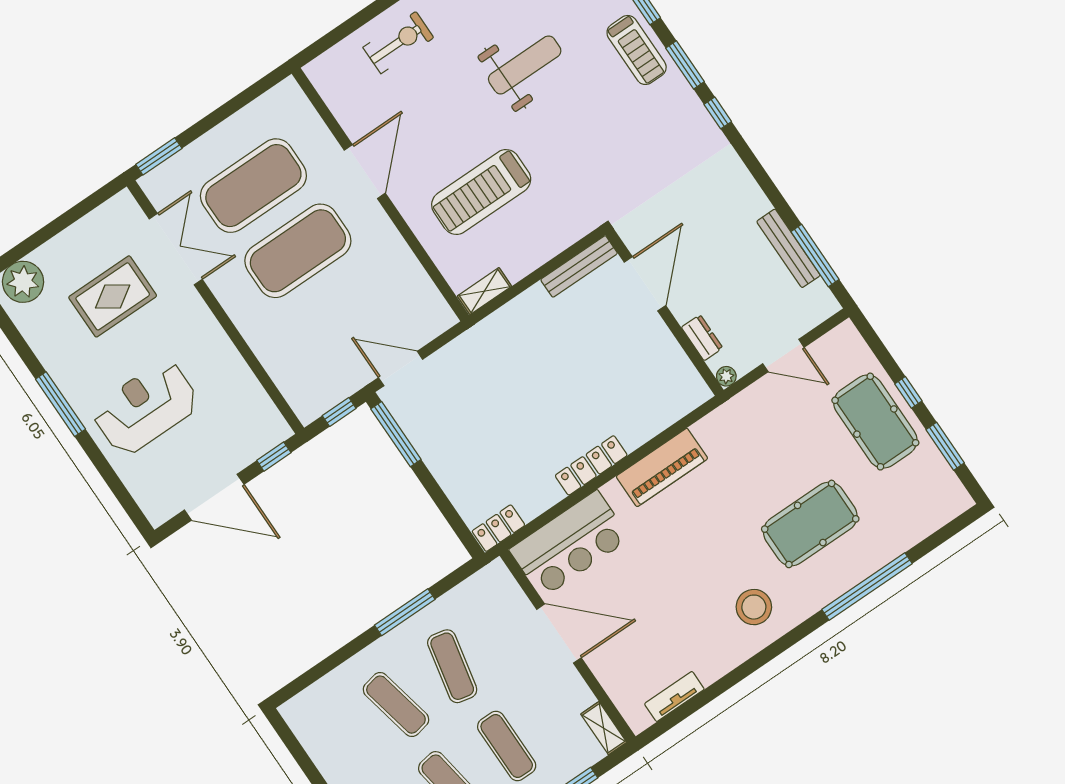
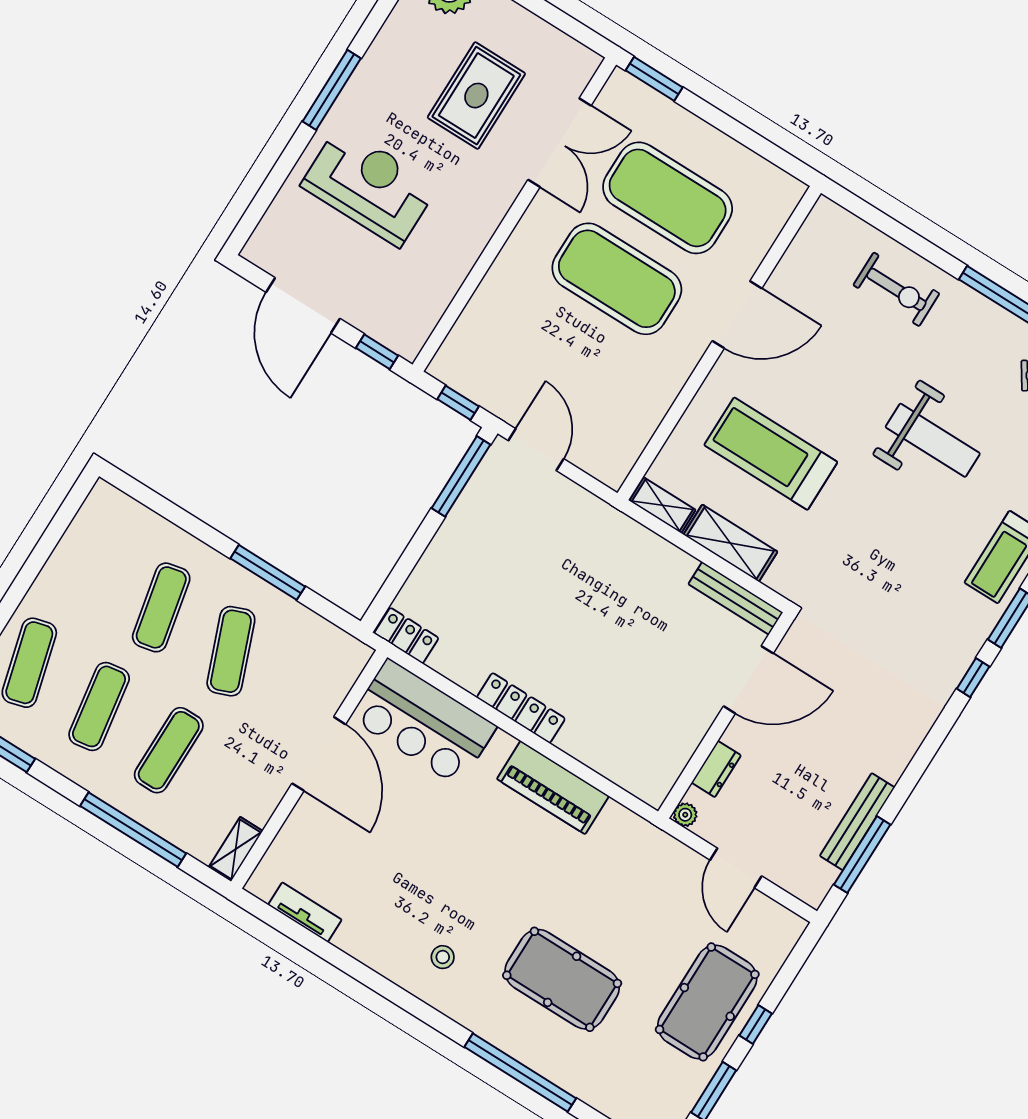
shelving: (536, 252) -> (730, 543), added
rug: (113, 296) -> (476, 96), turned 90
stool: (754, 607) -> (443, 957), width x0.53, depth x0.53
exercise mat: (452, 666) -> (231, 651), turned -33

